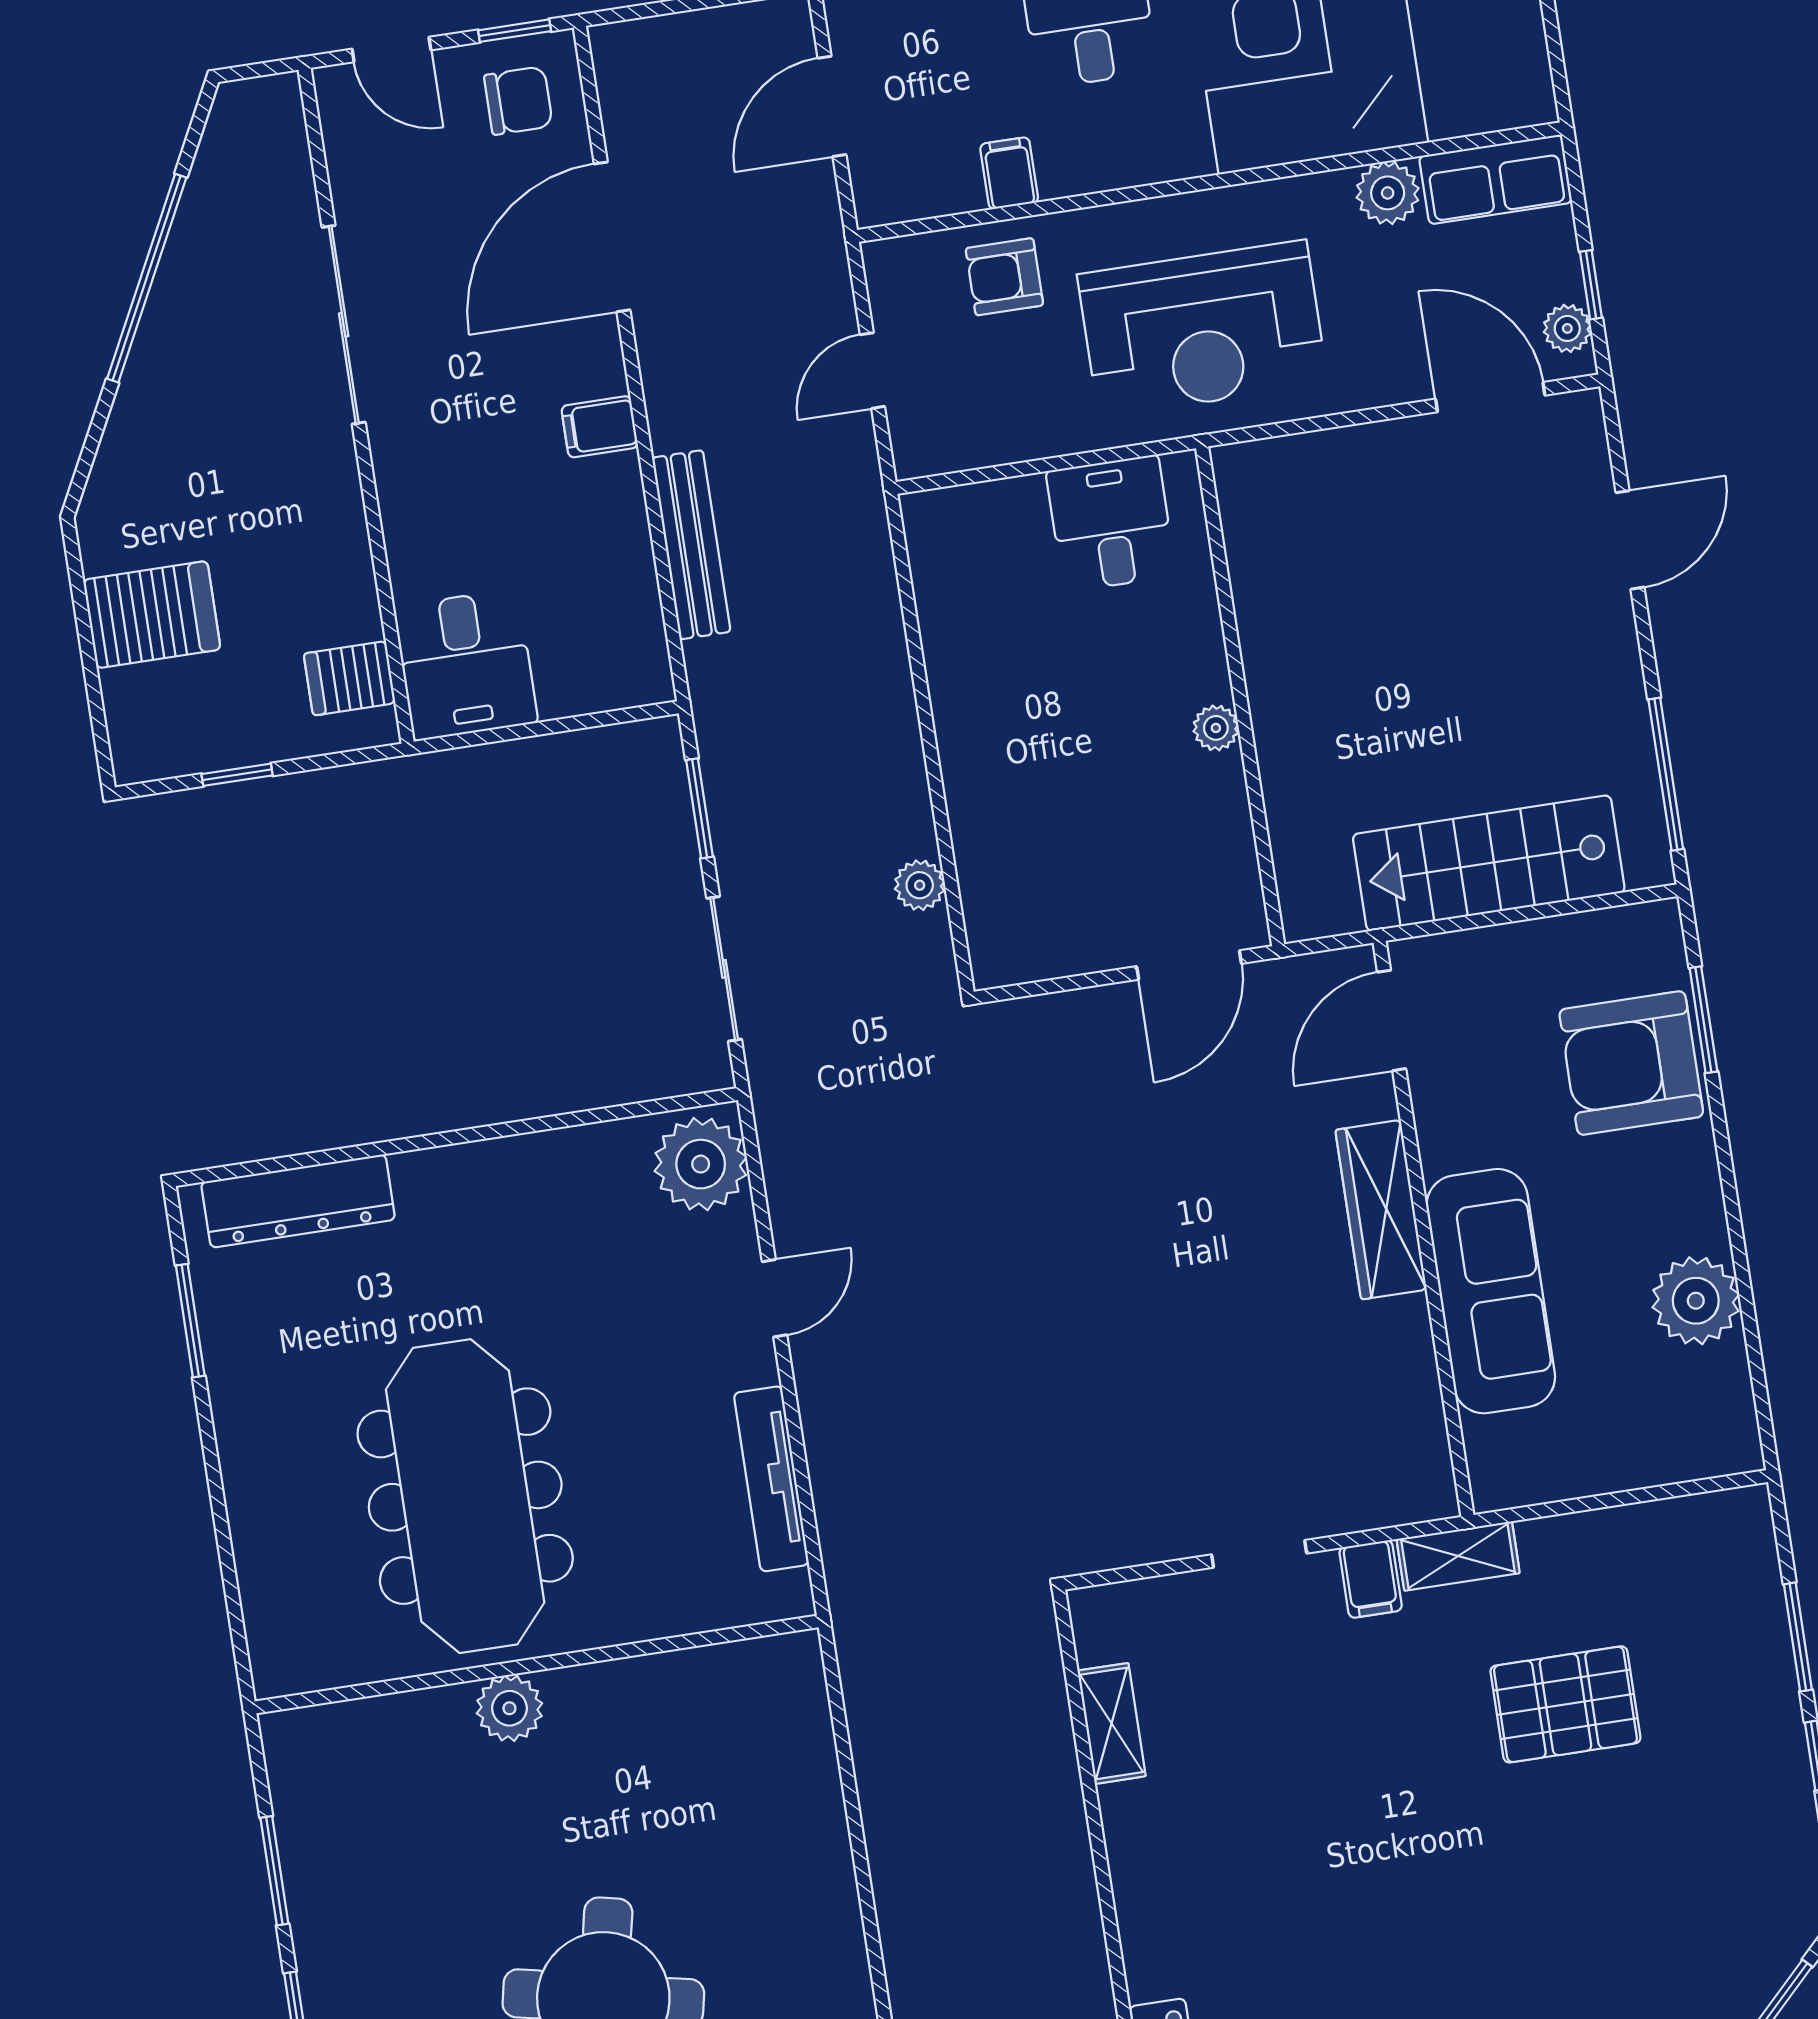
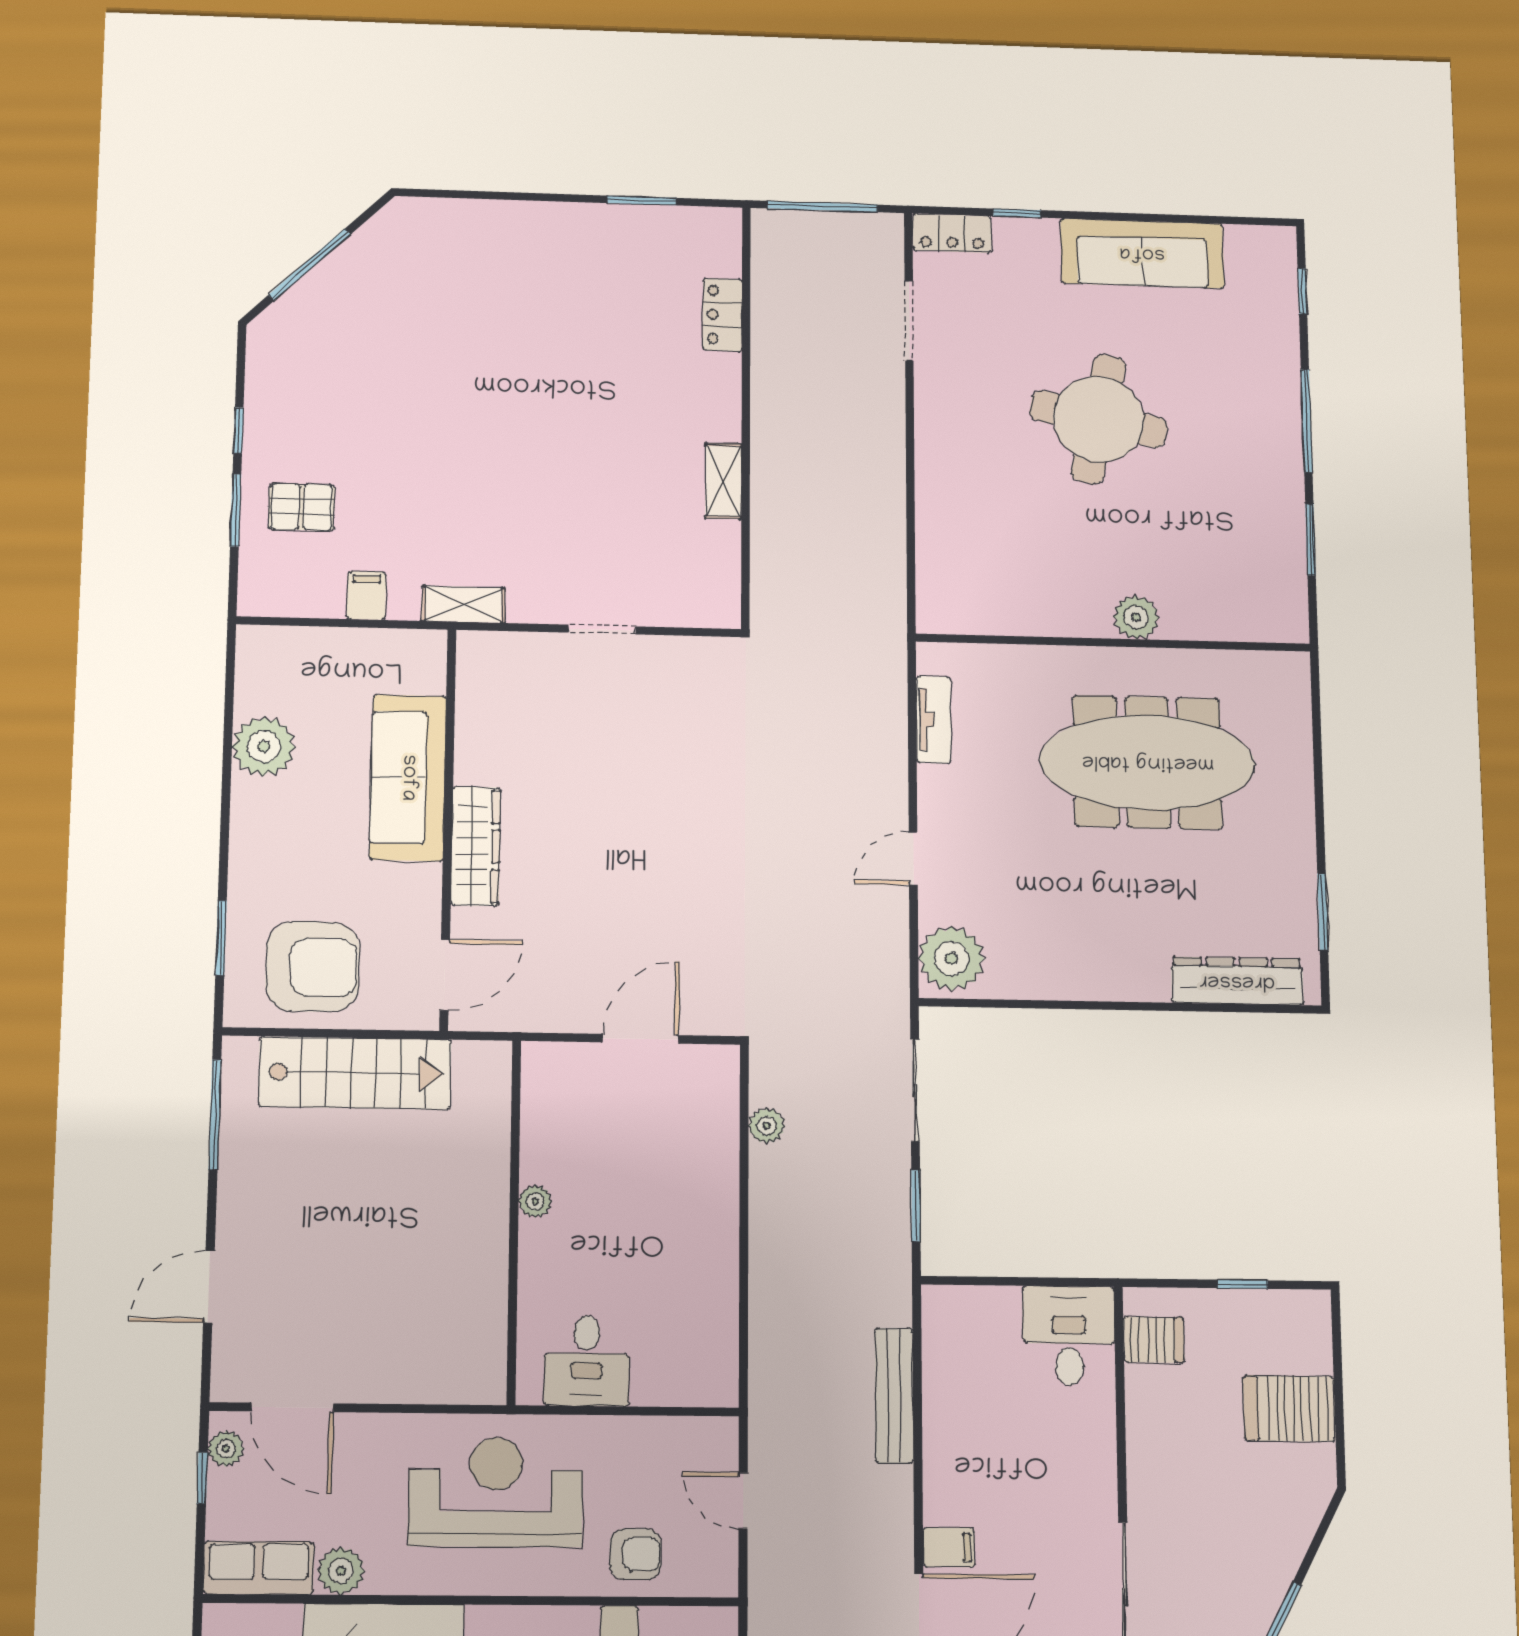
door: (872, 371) -> (743, 1501), swing flipped
filing cabinet: (600, 427) -> (949, 1547), moved
door: (1189, 965) -> (641, 1039), moved
armchair: (1631, 1063) -> (312, 967), moved
tv unit: (771, 1479) -> (933, 720), width x0.71
meeting table: (465, 1496) -> (1148, 762), turned 90
filing cabinet: (1371, 1579) -> (366, 595), moved
pallet: (1565, 1704) -> (301, 507), moved, width x0.67, depth x0.71
shelving: (1112, 1723) -> (724, 481), moved

